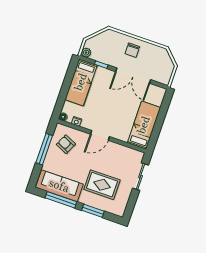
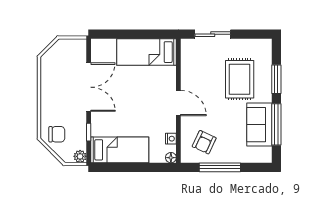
chair: (132, 50) -> (57, 134), moved
sofa: (59, 186) -> (259, 125), width x0.73

